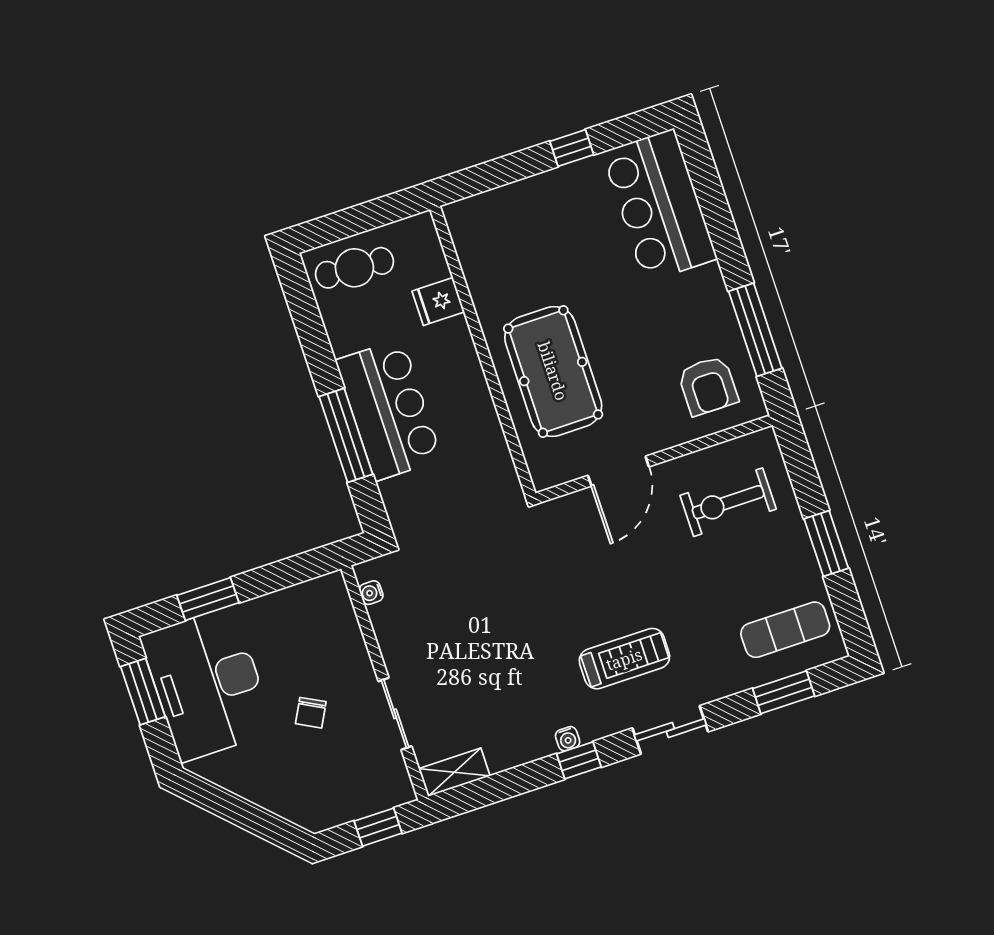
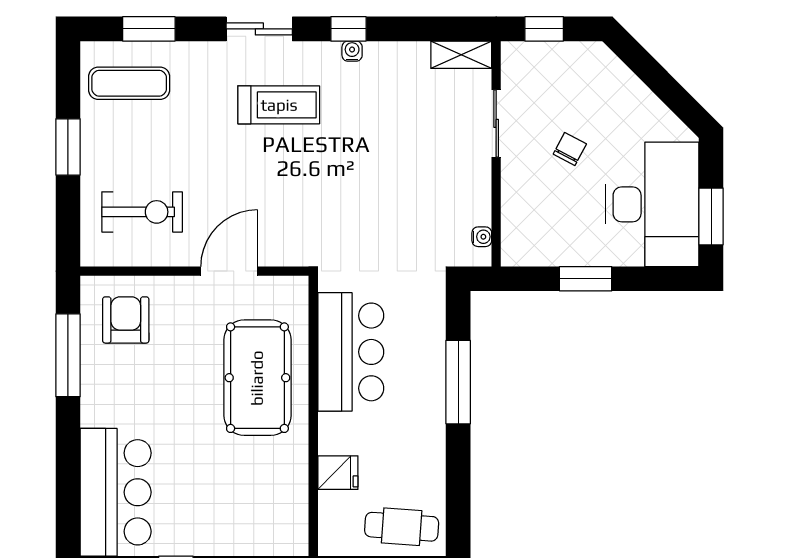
bar counter: (389, 410) -> (351, 352), moved, turned 180
window: (208, 599) -> (586, 279), moved
treadmill: (624, 659) -> (279, 105), turned 180

